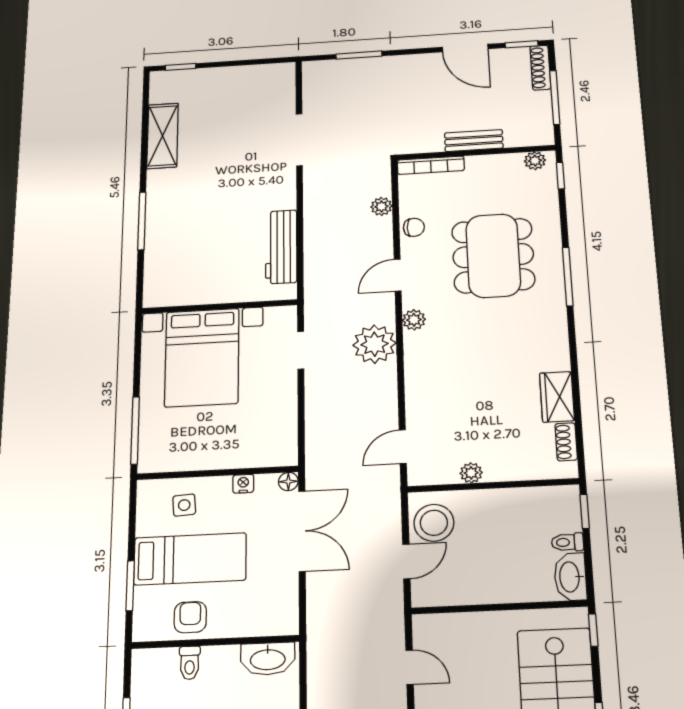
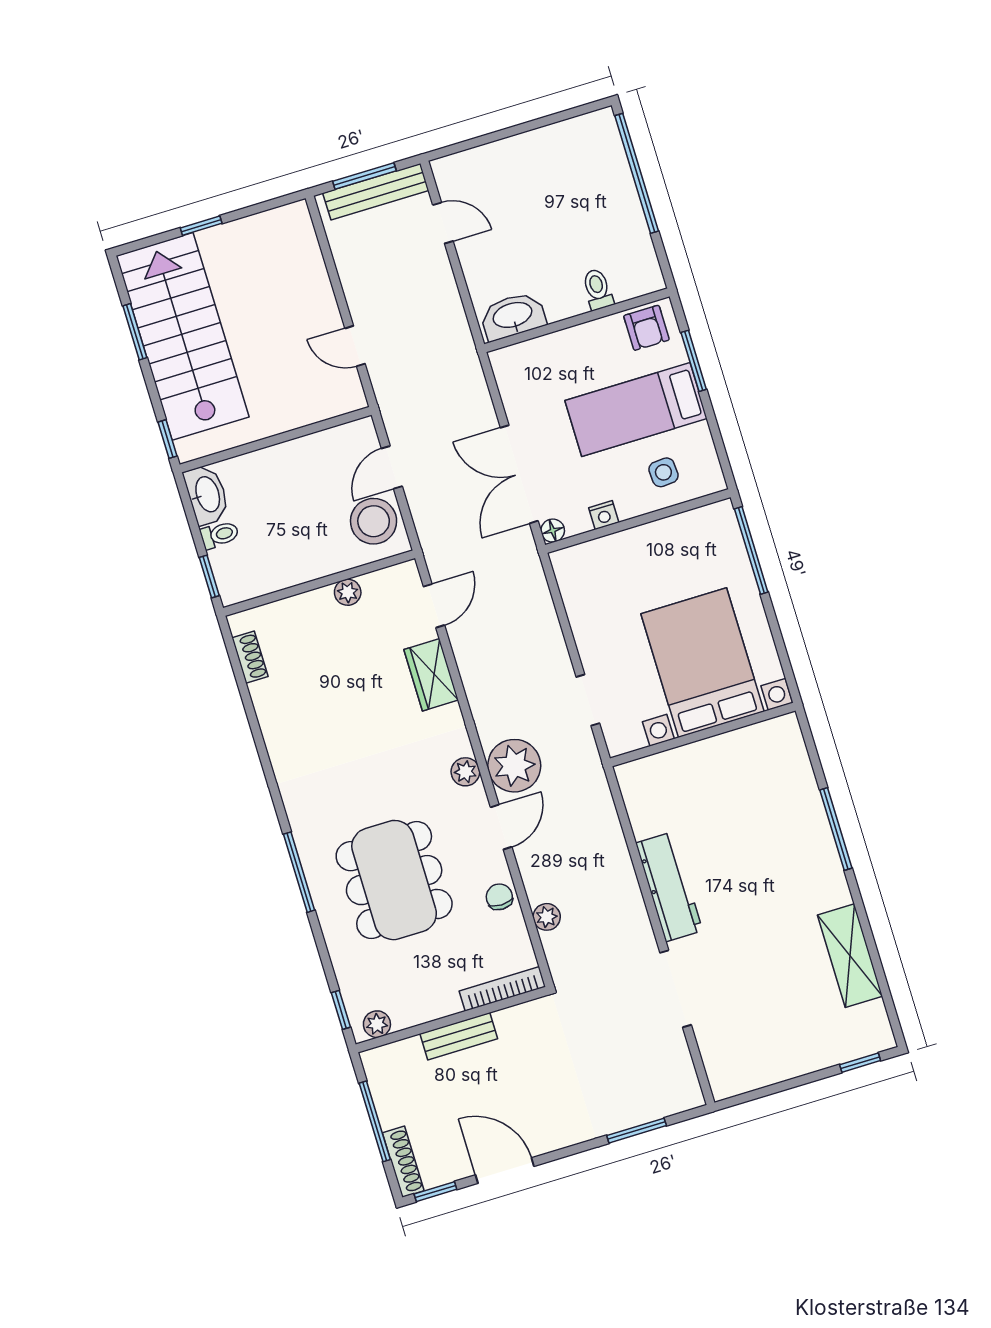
chair: (414, 227) -> (499, 897), turned 90
workbench: (281, 247) -> (669, 887), moved
plant: (374, 344) -> (514, 766), moved
wardrobe: (557, 397) -> (431, 675), moved, turned 180
armchair: (190, 617) -> (646, 328), moved

